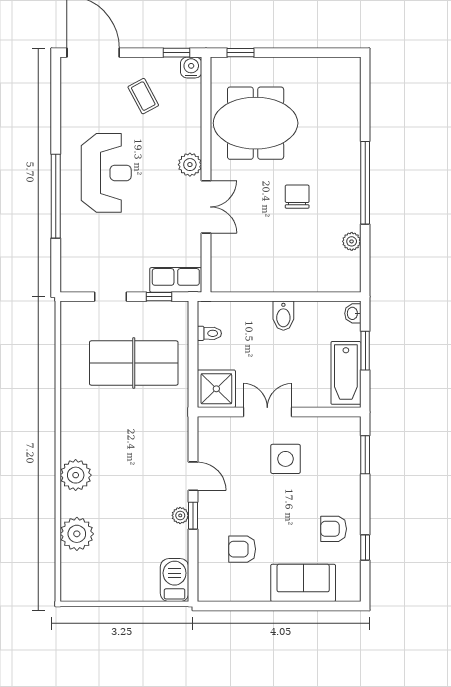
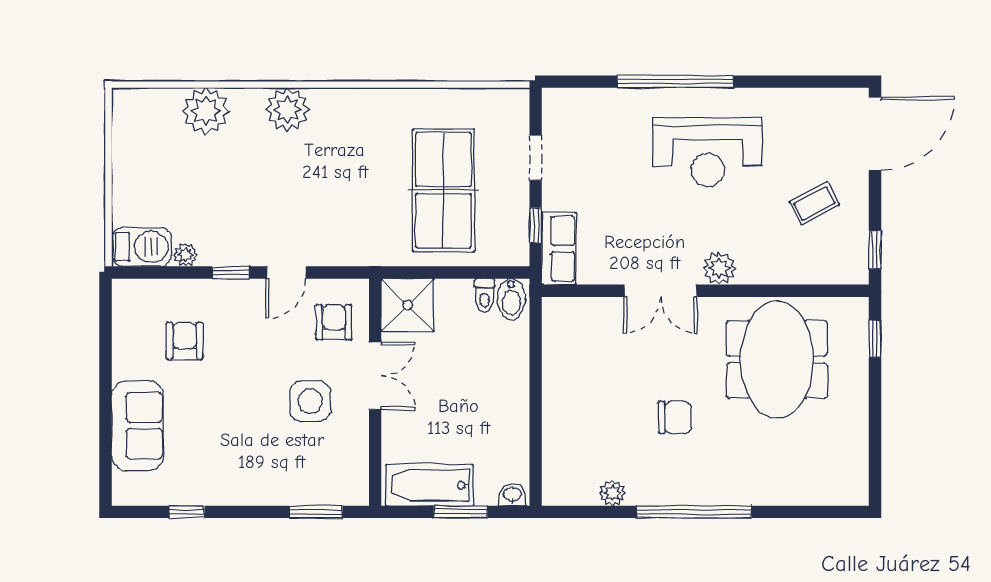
water cooler: (191, 67) -> (854, 270), removed
bidet: (283, 316) -> (511, 299), moved, turned -90
plant: (180, 515) -> (186, 255), moved
armchair: (334, 529) -> (334, 322), moved

